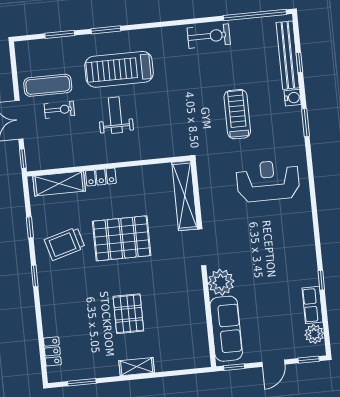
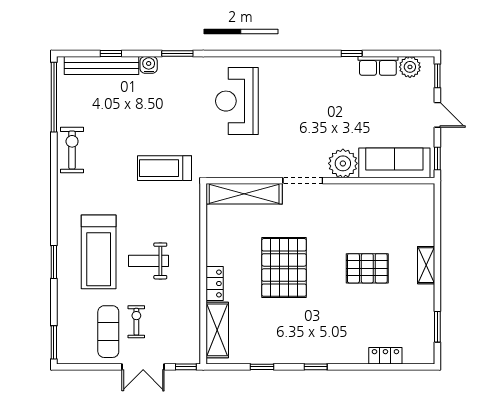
window: (60, 34) -> (54, 342), moved
treadmill: (237, 114) -> (164, 168), moved
trolley: (65, 244) -> (284, 330), removed
locker: (52, 351) -> (385, 356), moved

